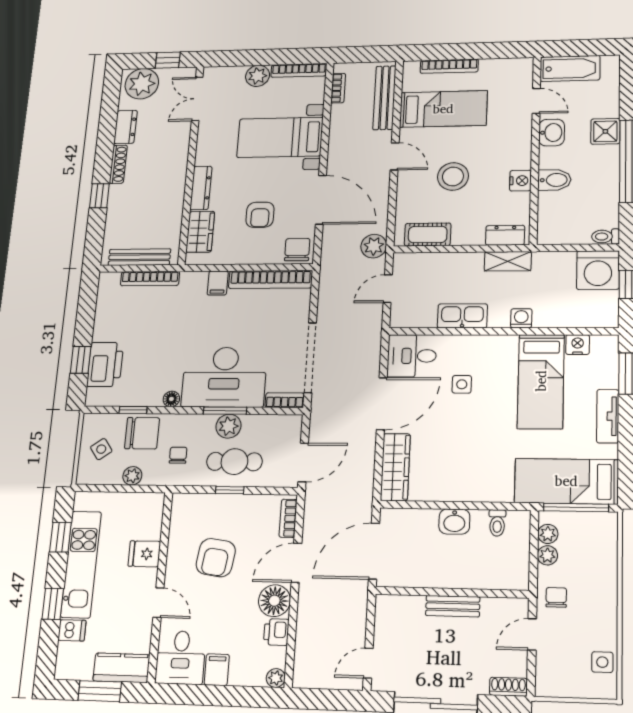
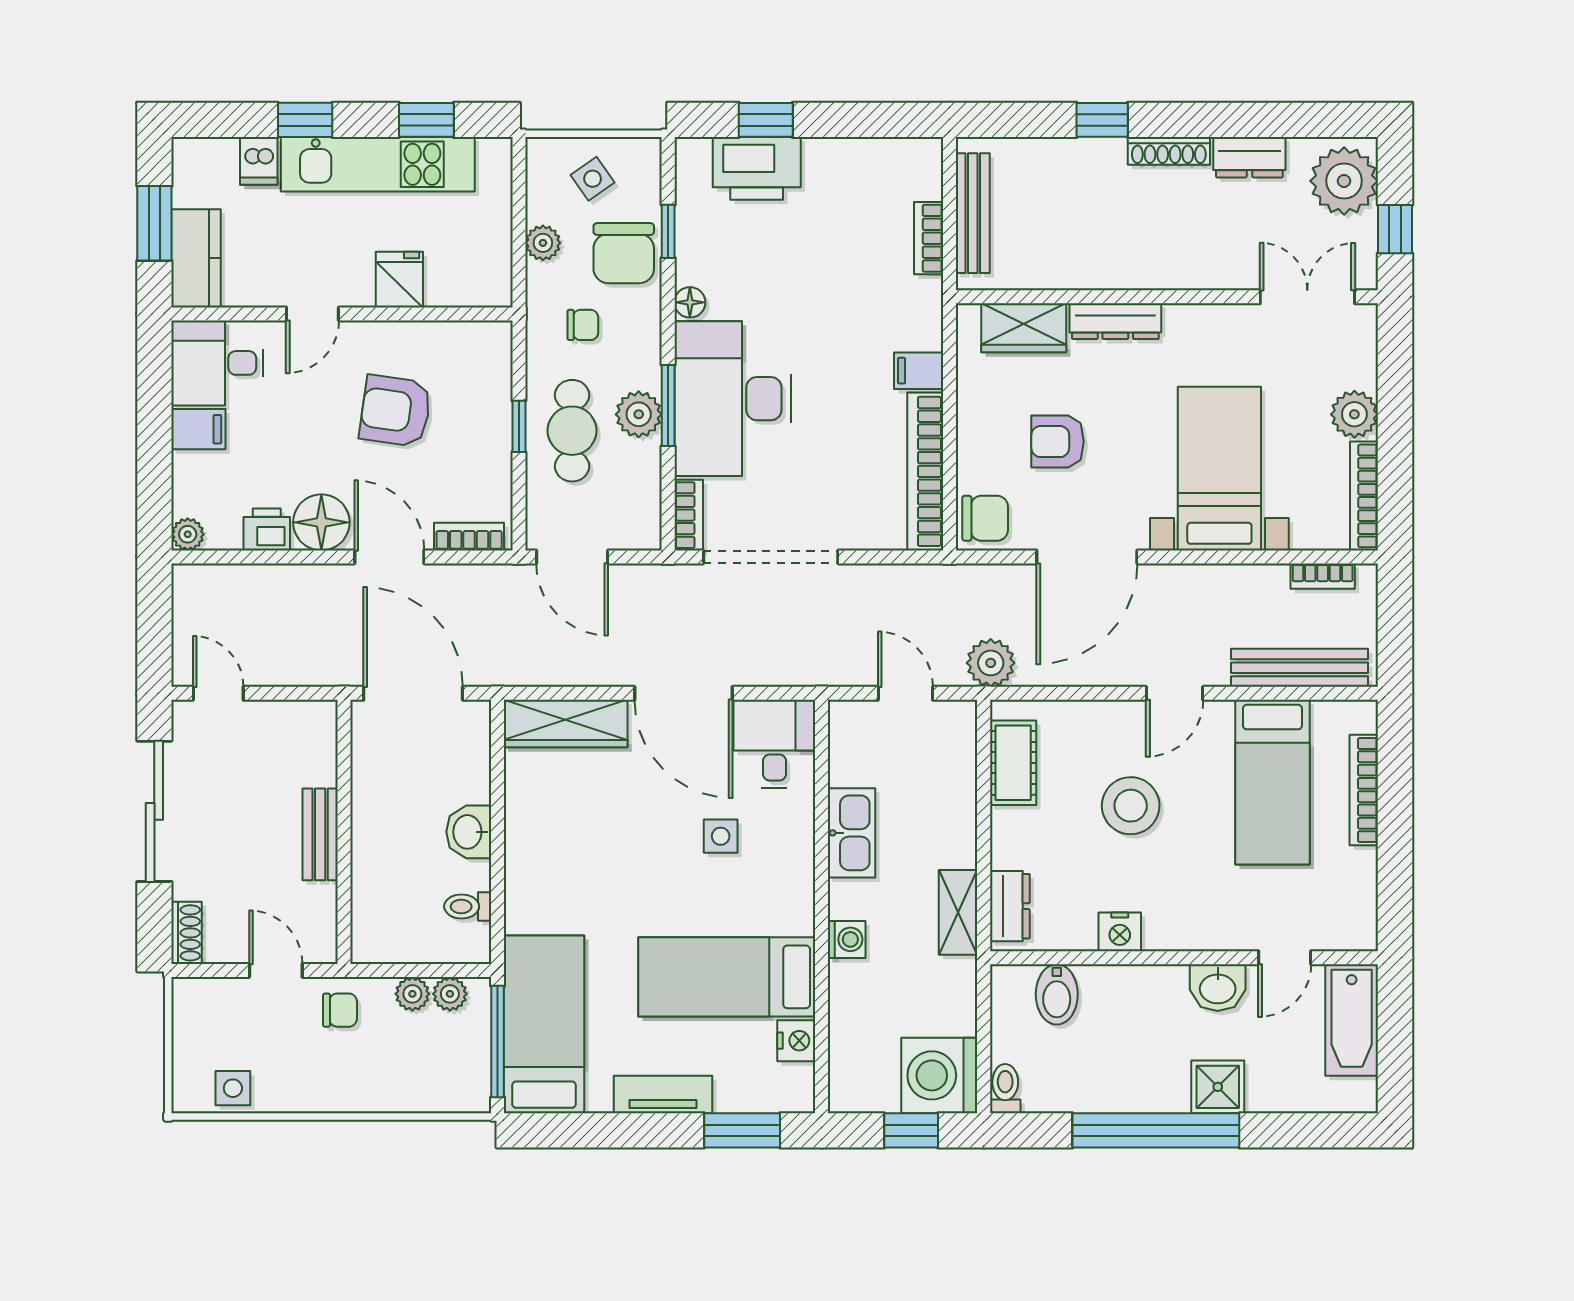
bidet: (554, 180) -> (1057, 994), moved
bookcase: (150, 279) -> (929, 238), width x0.64

